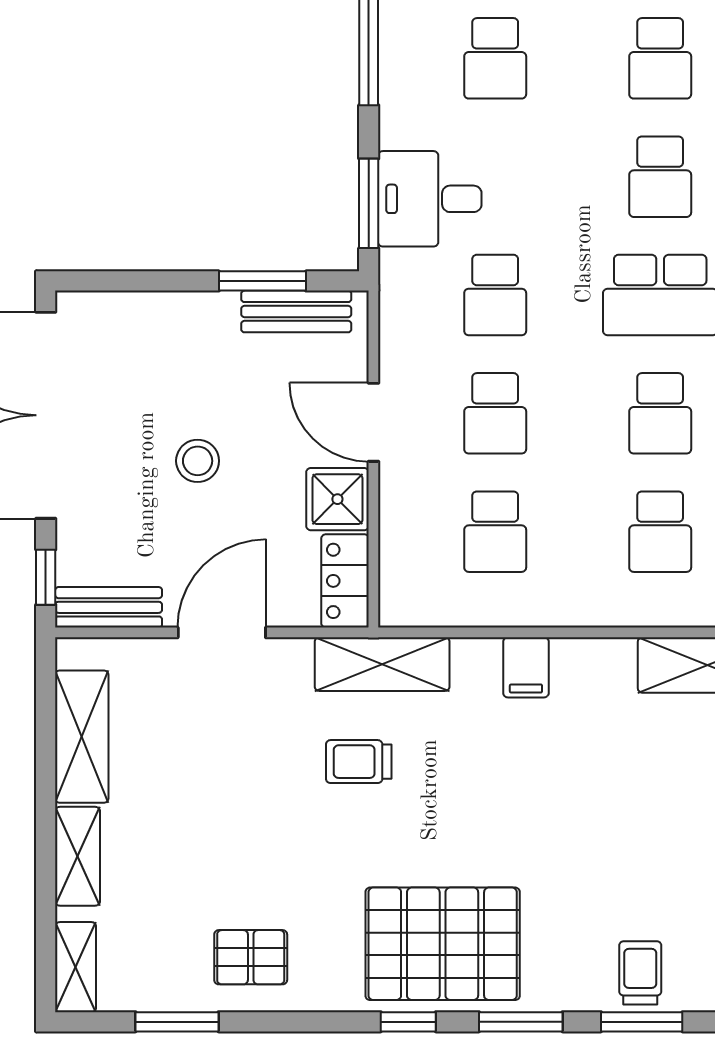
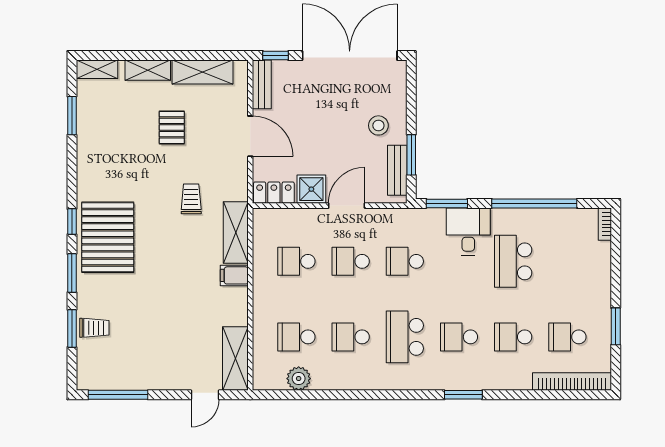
school desk: (495, 58) -> (513, 261), width x1.85
desk: (430, 199) -> (468, 231), moved
stool: (198, 461) -> (378, 125), moved
shelving: (382, 664) -> (236, 233), moved
pallet: (251, 957) -> (172, 127), moved

